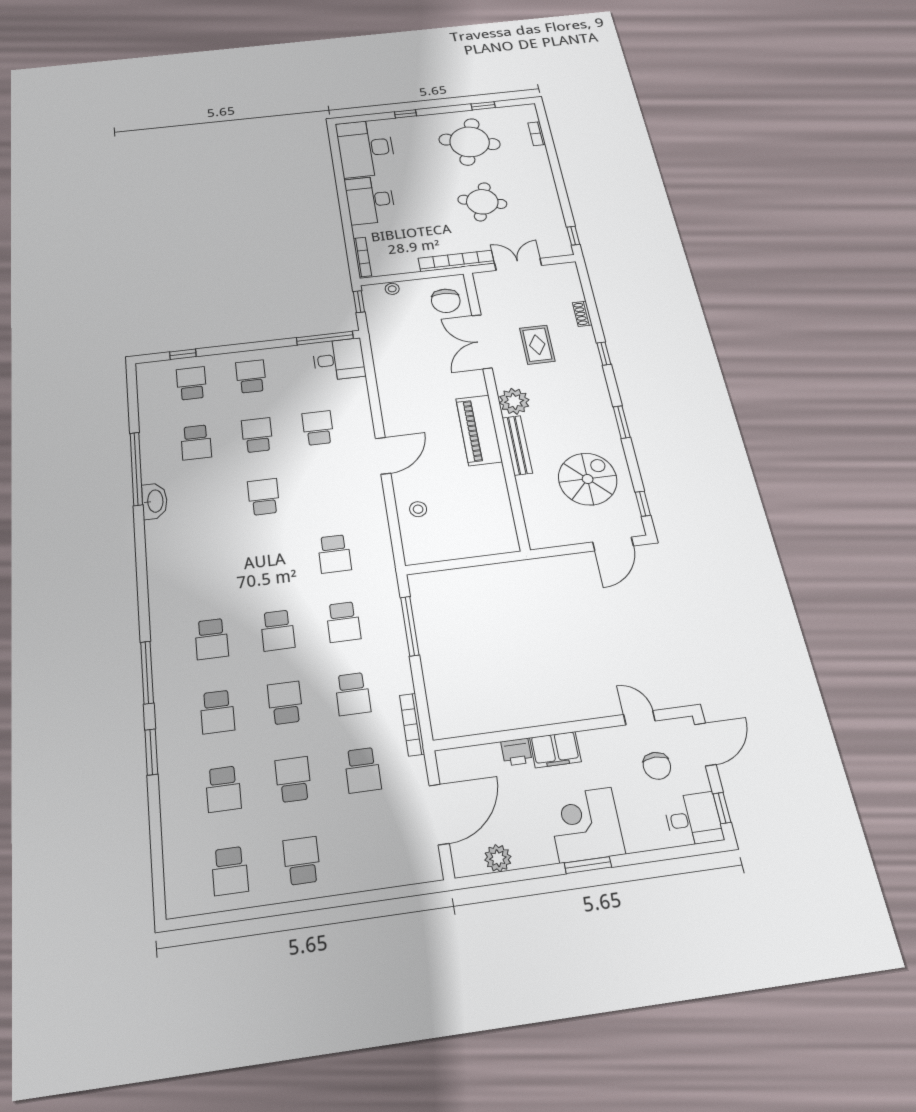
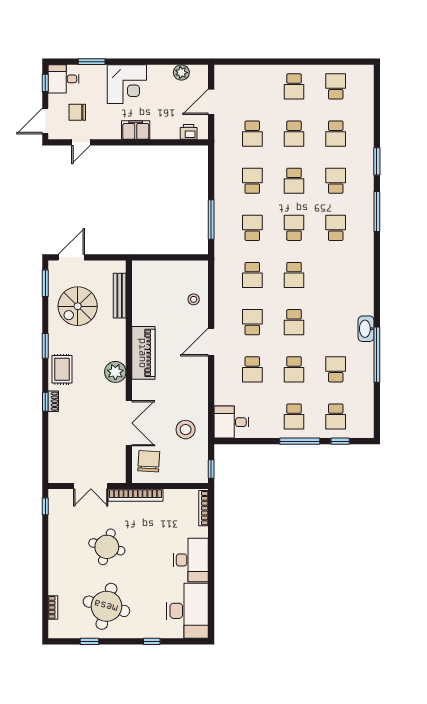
stool: (392, 289) -> (186, 430), moved, width x1.89, depth x1.89
shoe rack: (582, 314) -> (53, 401), moved
window: (325, 338) -> (300, 441), moved
rug: (537, 345) -> (62, 369), moved
bench: (517, 445) -> (120, 296), moved
school desk: (326, 489) -> (252, 322), added
window: (643, 504) -> (45, 283), width x1.50
school desk: (334, 554) -> (252, 275), turned 180
school desk: (270, 562) -> (294, 275), added
door: (639, 718) -> (81, 142), hinge flipped
bookcase: (412, 725) -> (219, 157), removed
printer: (516, 752) -> (189, 132), moved
chair: (657, 766) -> (77, 112), turned -90
school desk: (363, 770) -> (252, 134), turned 180
school desk: (223, 789) -> (336, 134), turned 180
door: (439, 814) -> (211, 102), width x0.73
window: (588, 865) -> (92, 62), moved

